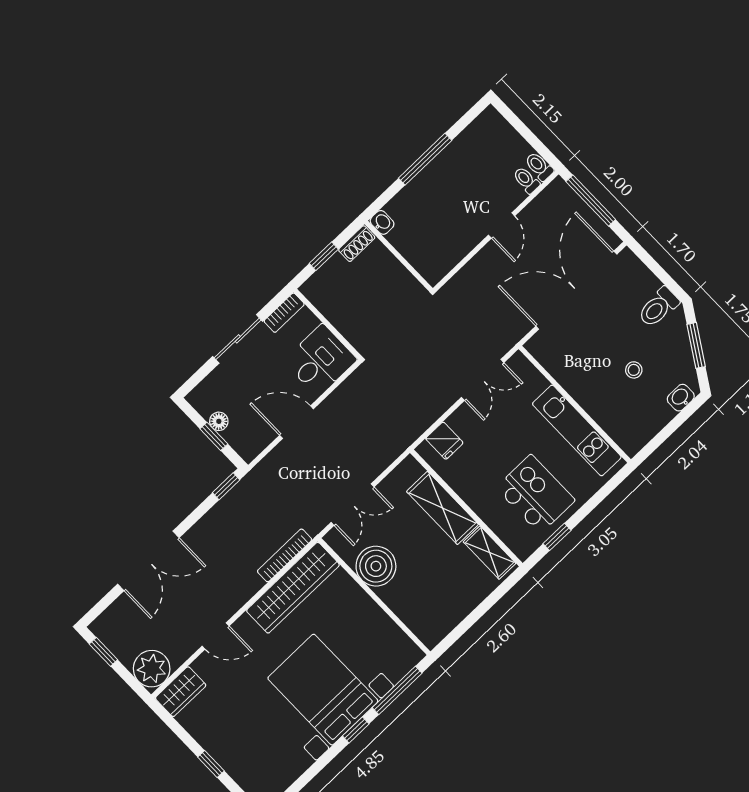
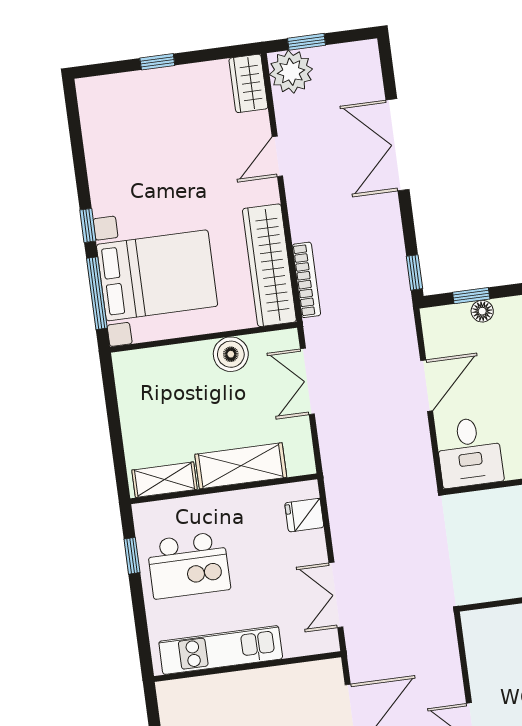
boiler: (376, 566) -> (231, 354), width x0.73, depth x0.73
window: (103, 652) -> (307, 42), moved
bed with nightstands: (323, 690) -> (157, 275), moved

